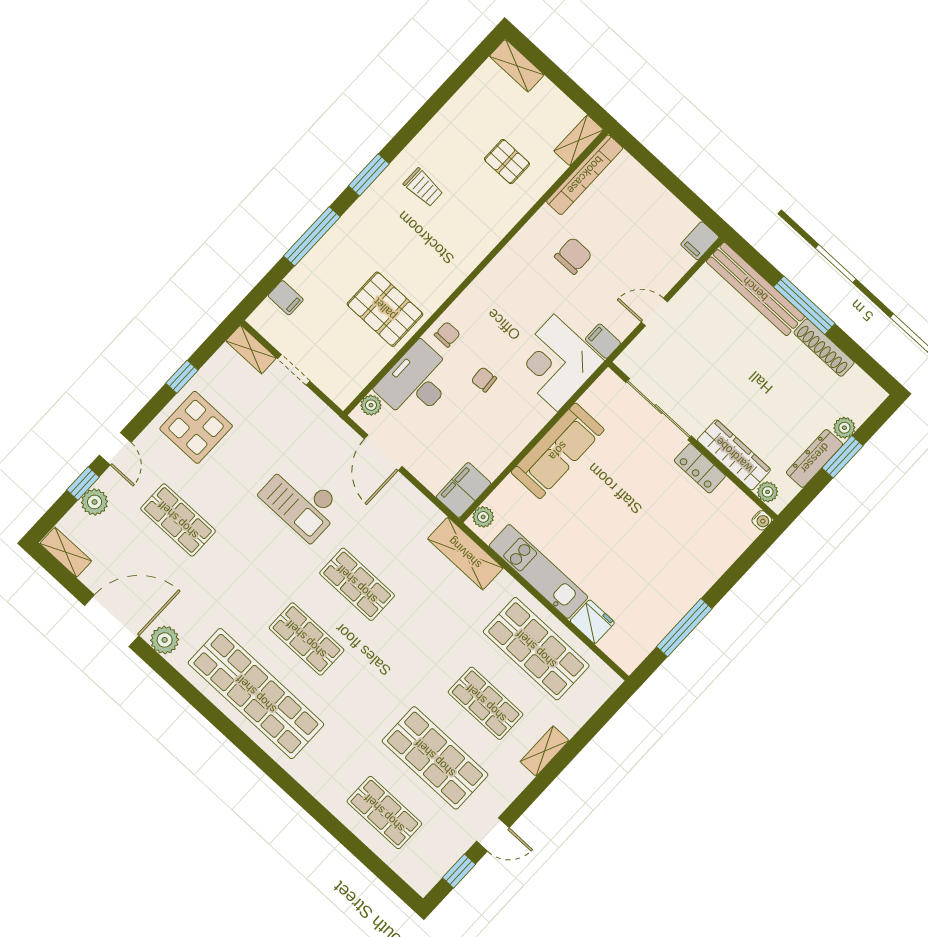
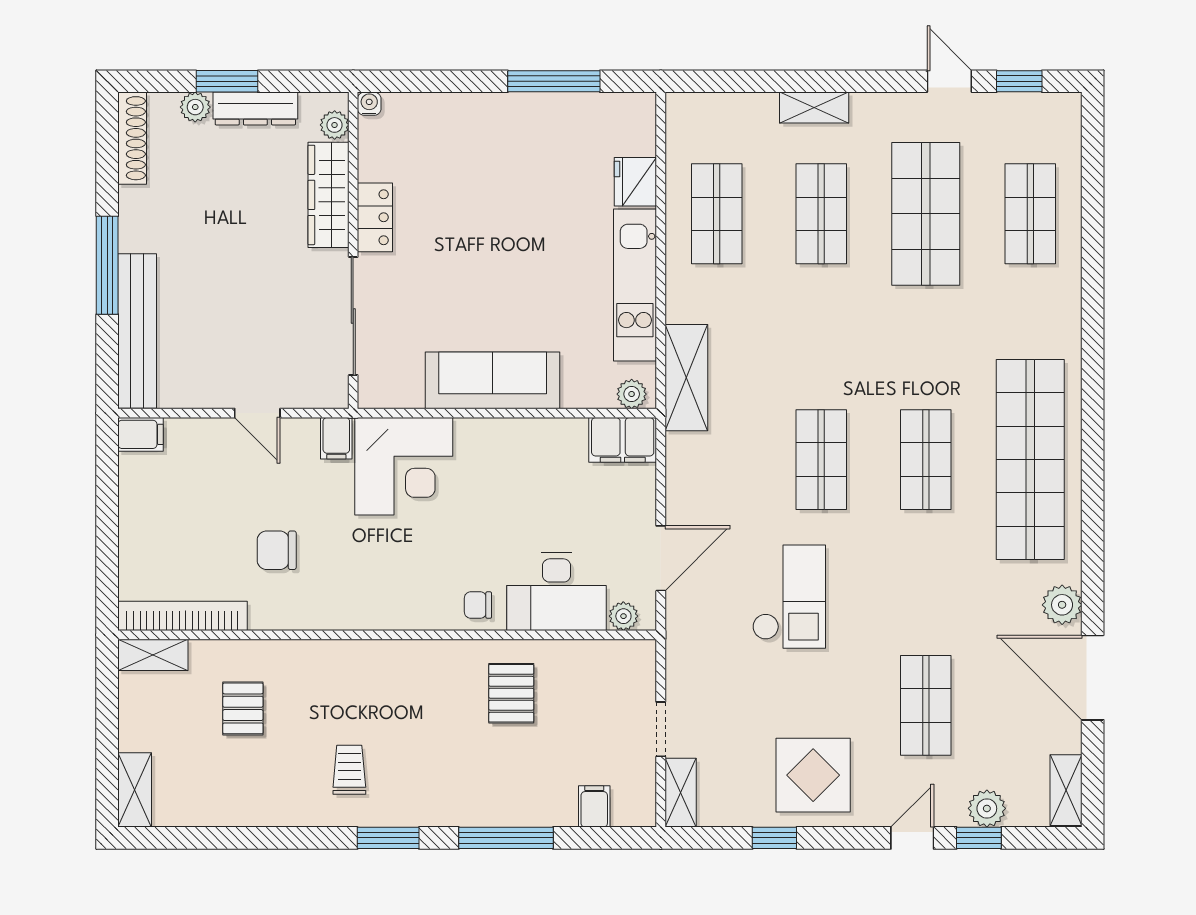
pallet: (385, 309) -> (511, 693), width x0.67, depth x0.71
shoe rack: (824, 348) -> (132, 138), moved
chair: (484, 380) -> (489, 524), removed
shop shelf: (536, 649) -> (717, 214), width x0.70, depth x0.74

